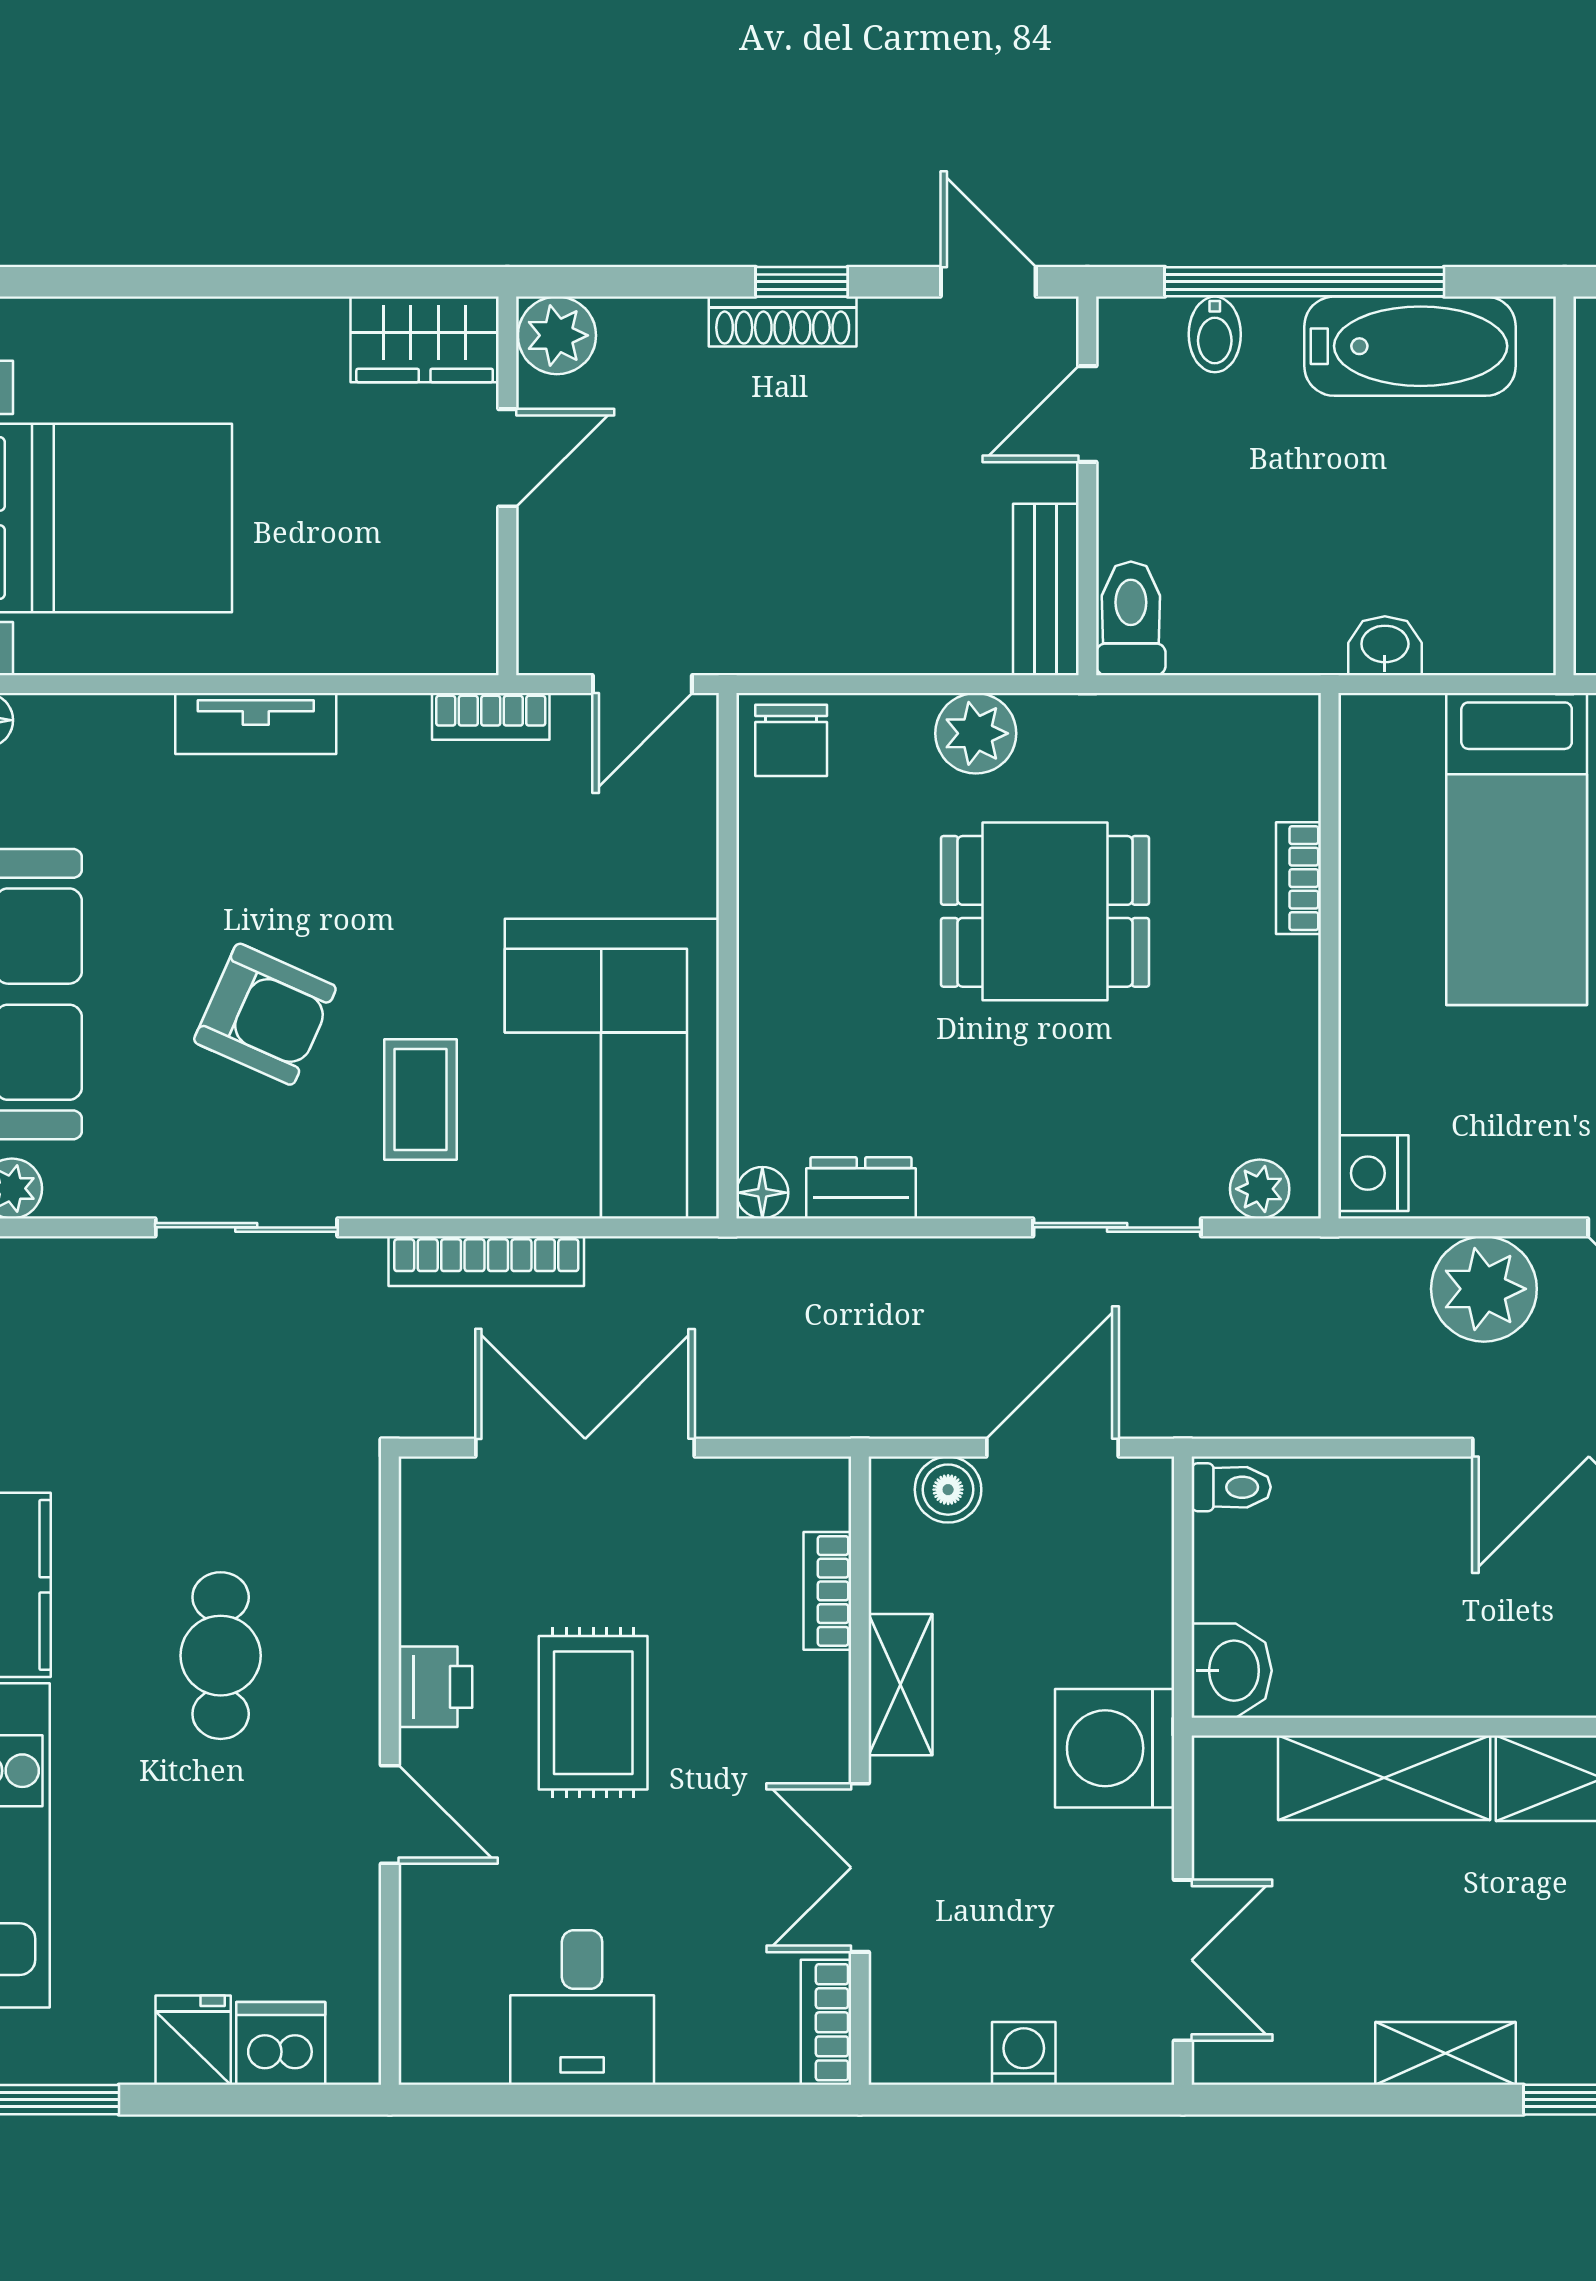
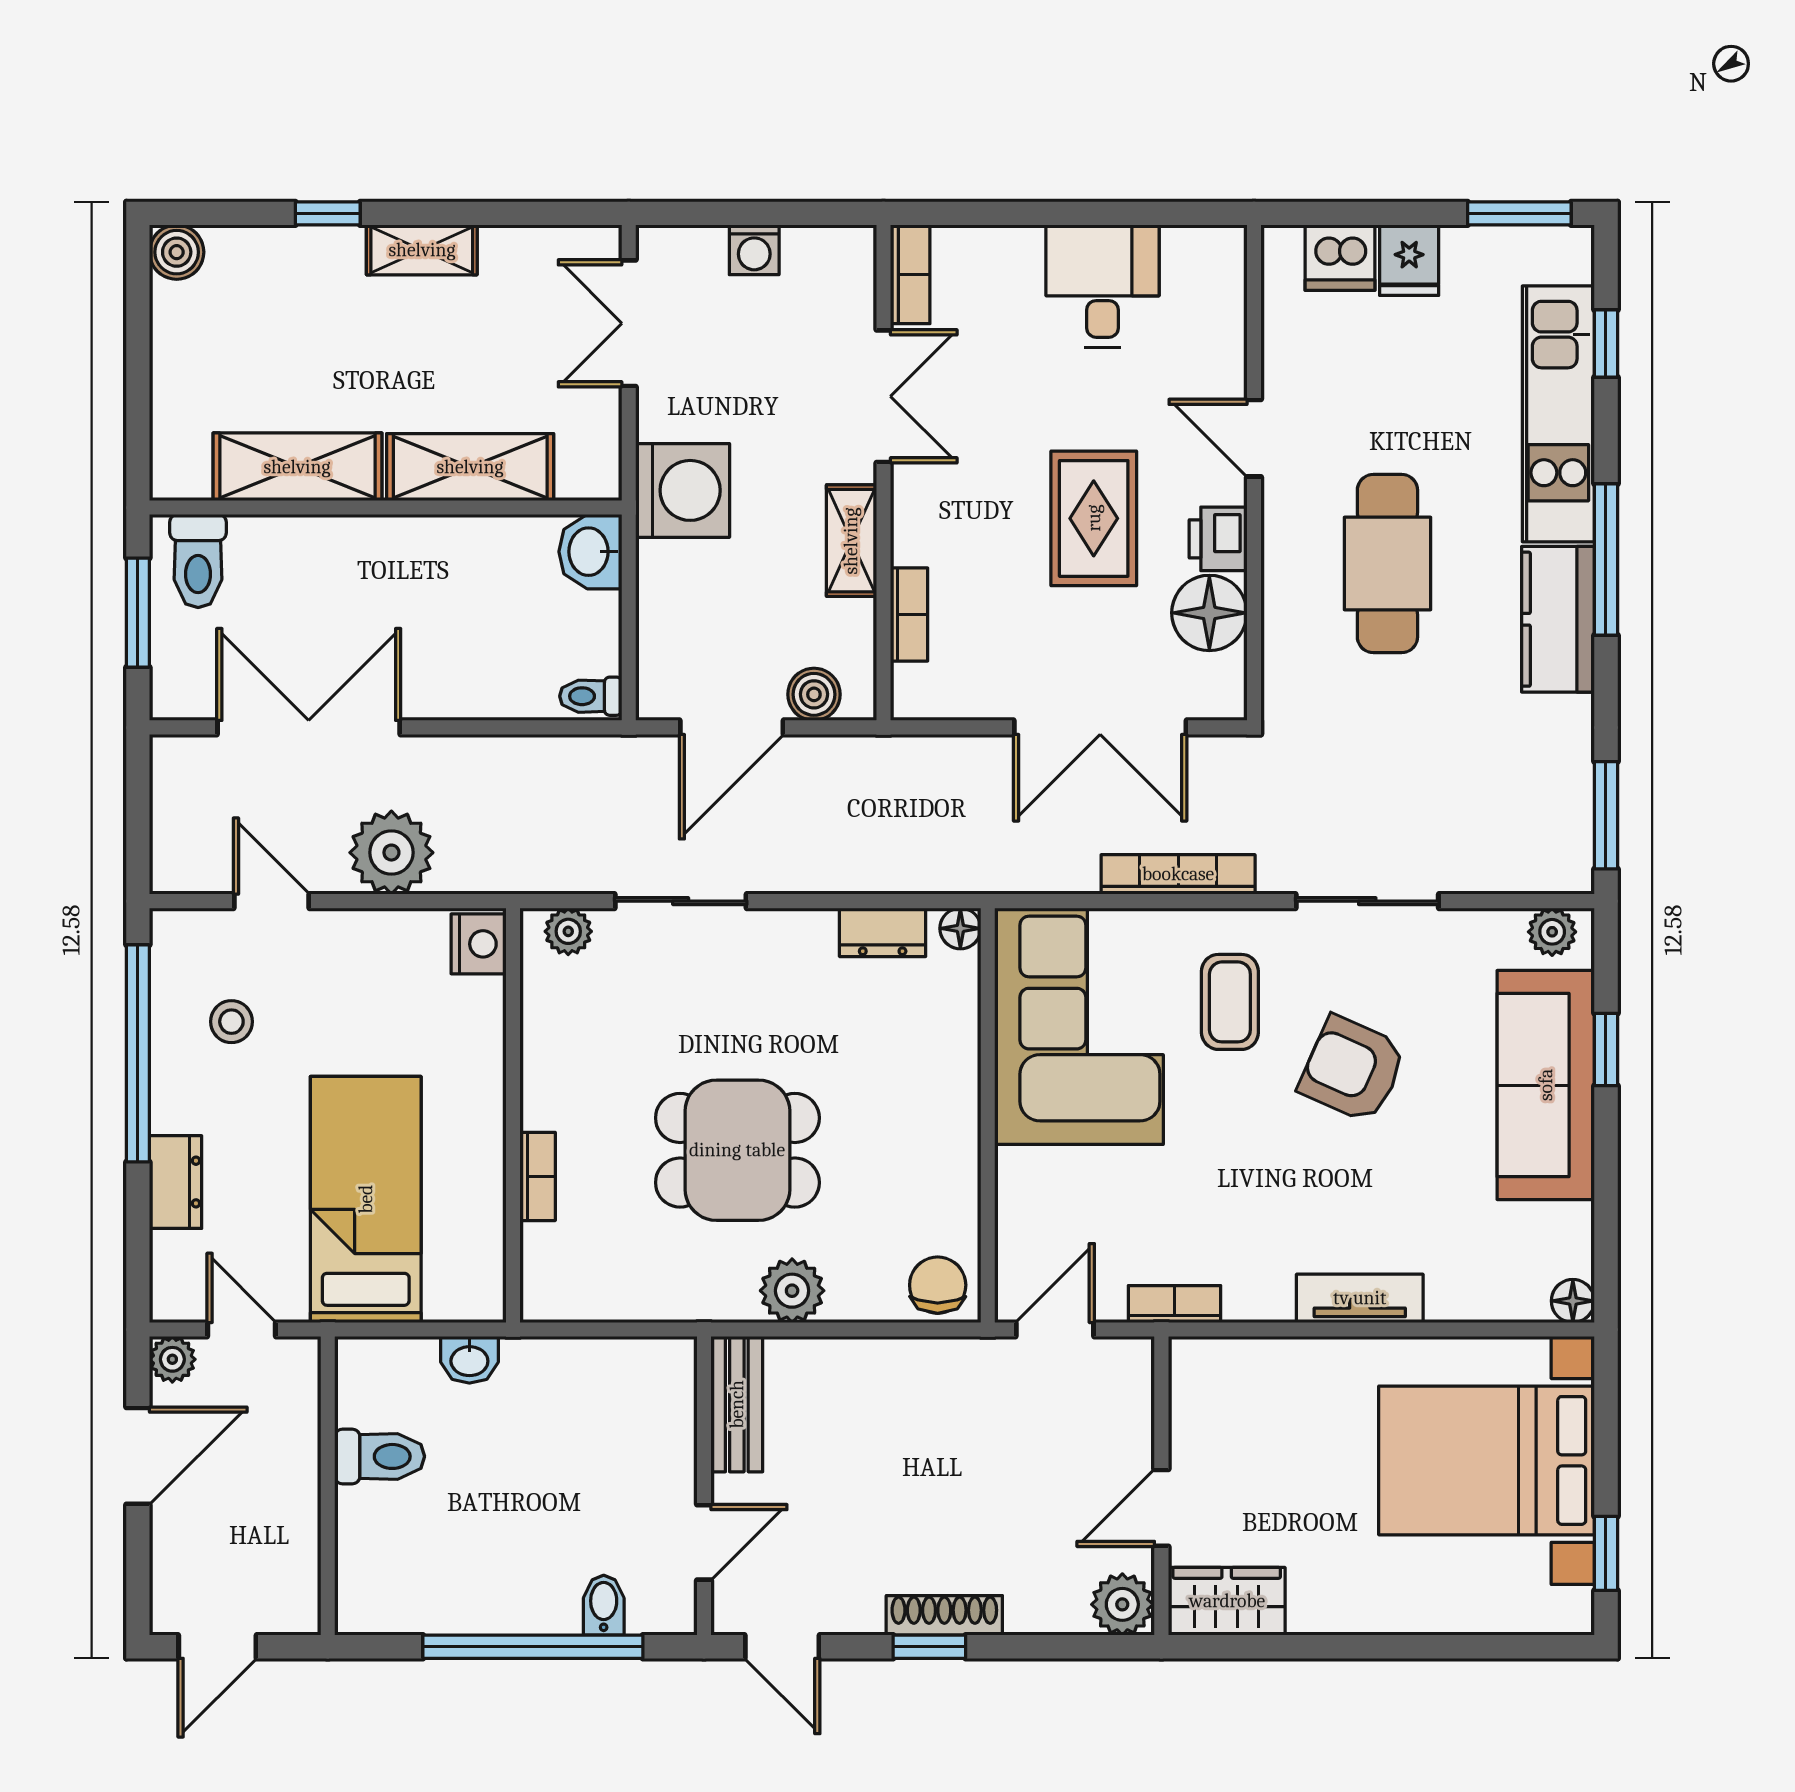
bathtub: (1410, 346) -> (450, 1596), removed
toilet: (1131, 618) -> (380, 1456), moved, turned -90
floor lamp: (447, 1593) -> (1209, 613), added
cafe table: (221, 1656) -> (1387, 564), width x1.37, depth x1.35

